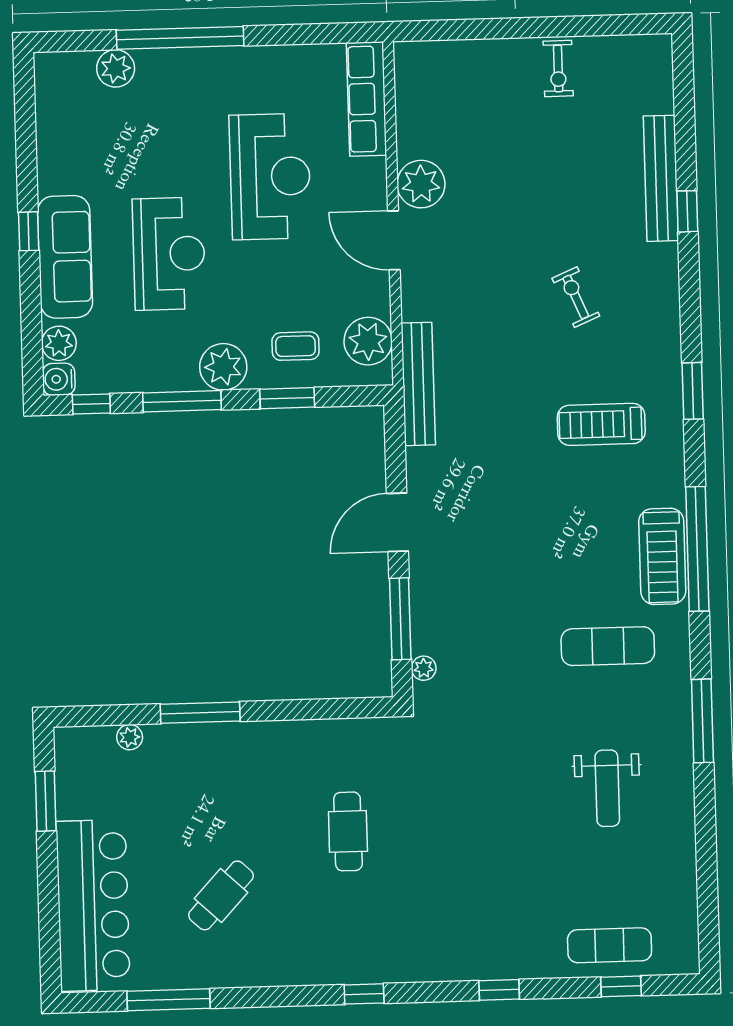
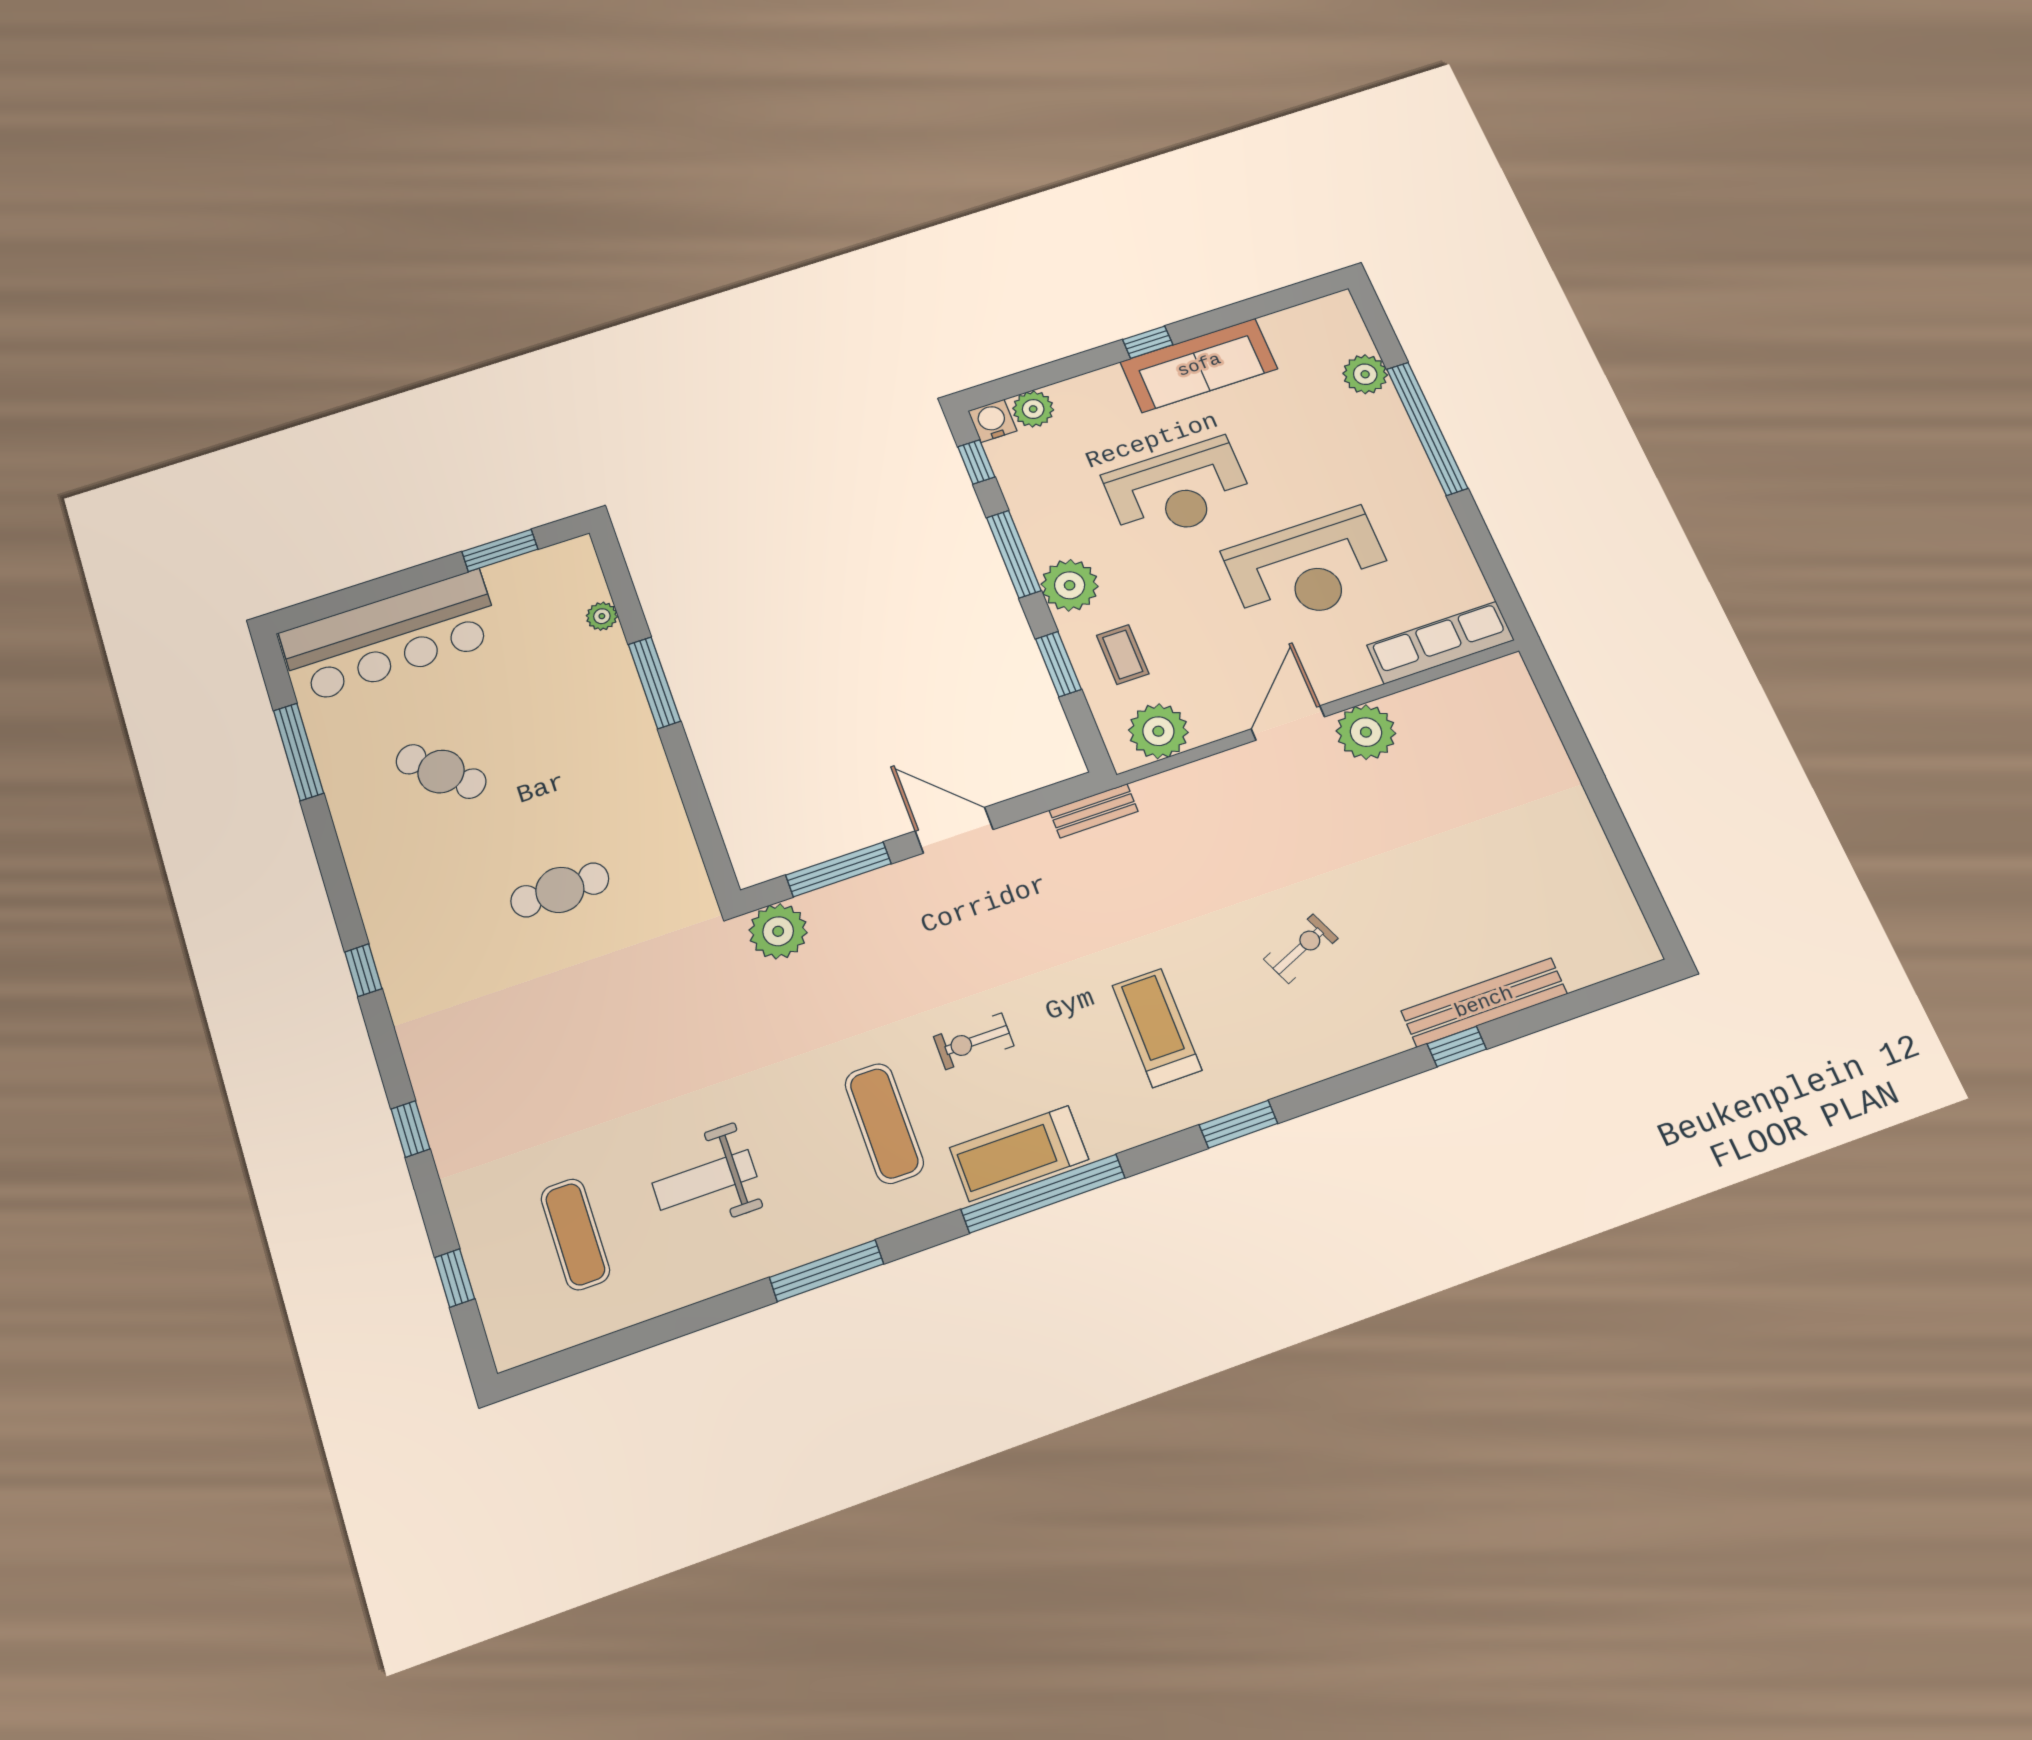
exercise bike: (558, 68) -> (974, 1041), moved
sofa: (65, 257) -> (1199, 365), moved
bench: (418, 384) -> (1094, 811), width x0.54, depth x0.82
plant: (424, 668) -> (778, 931), width x1.87, depth x1.87
exercise mat: (610, 945) -> (575, 1234), moved

